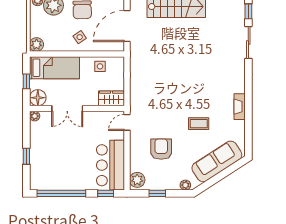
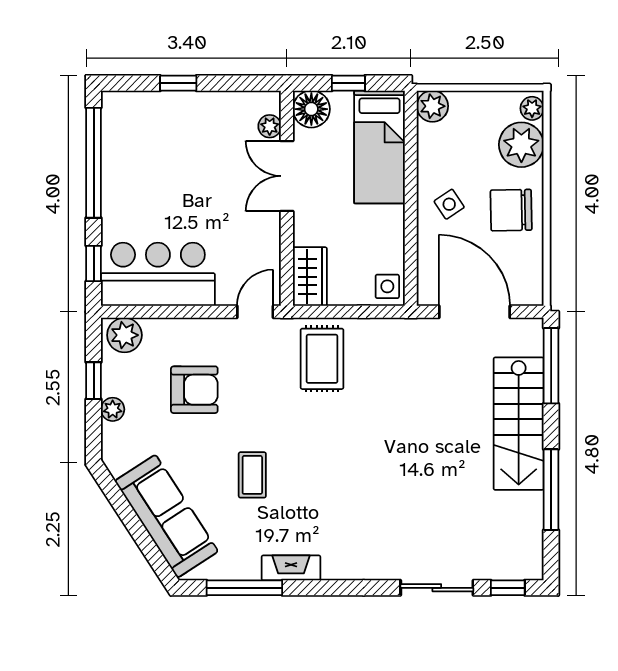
side table: (100, 66) -> (387, 286), moved
rug: (148, 93) -> (322, 359), added
plant: (35, 116) -> (270, 126), moved
door: (127, 122) -> (255, 312), hinge flipped
window: (248, 127) -> (244, 588), added
plant: (185, 185) -> (113, 409), moved

